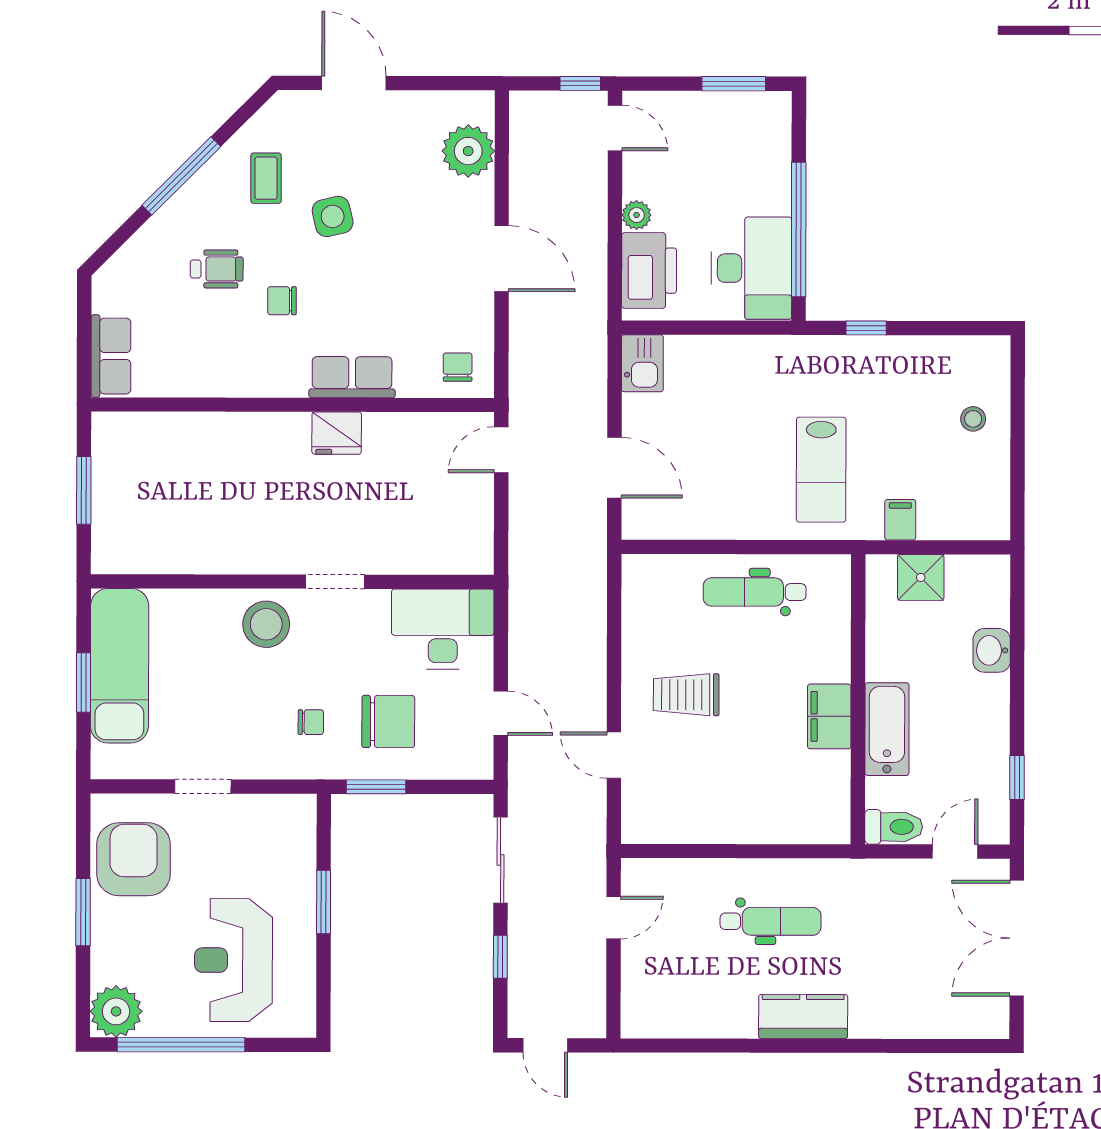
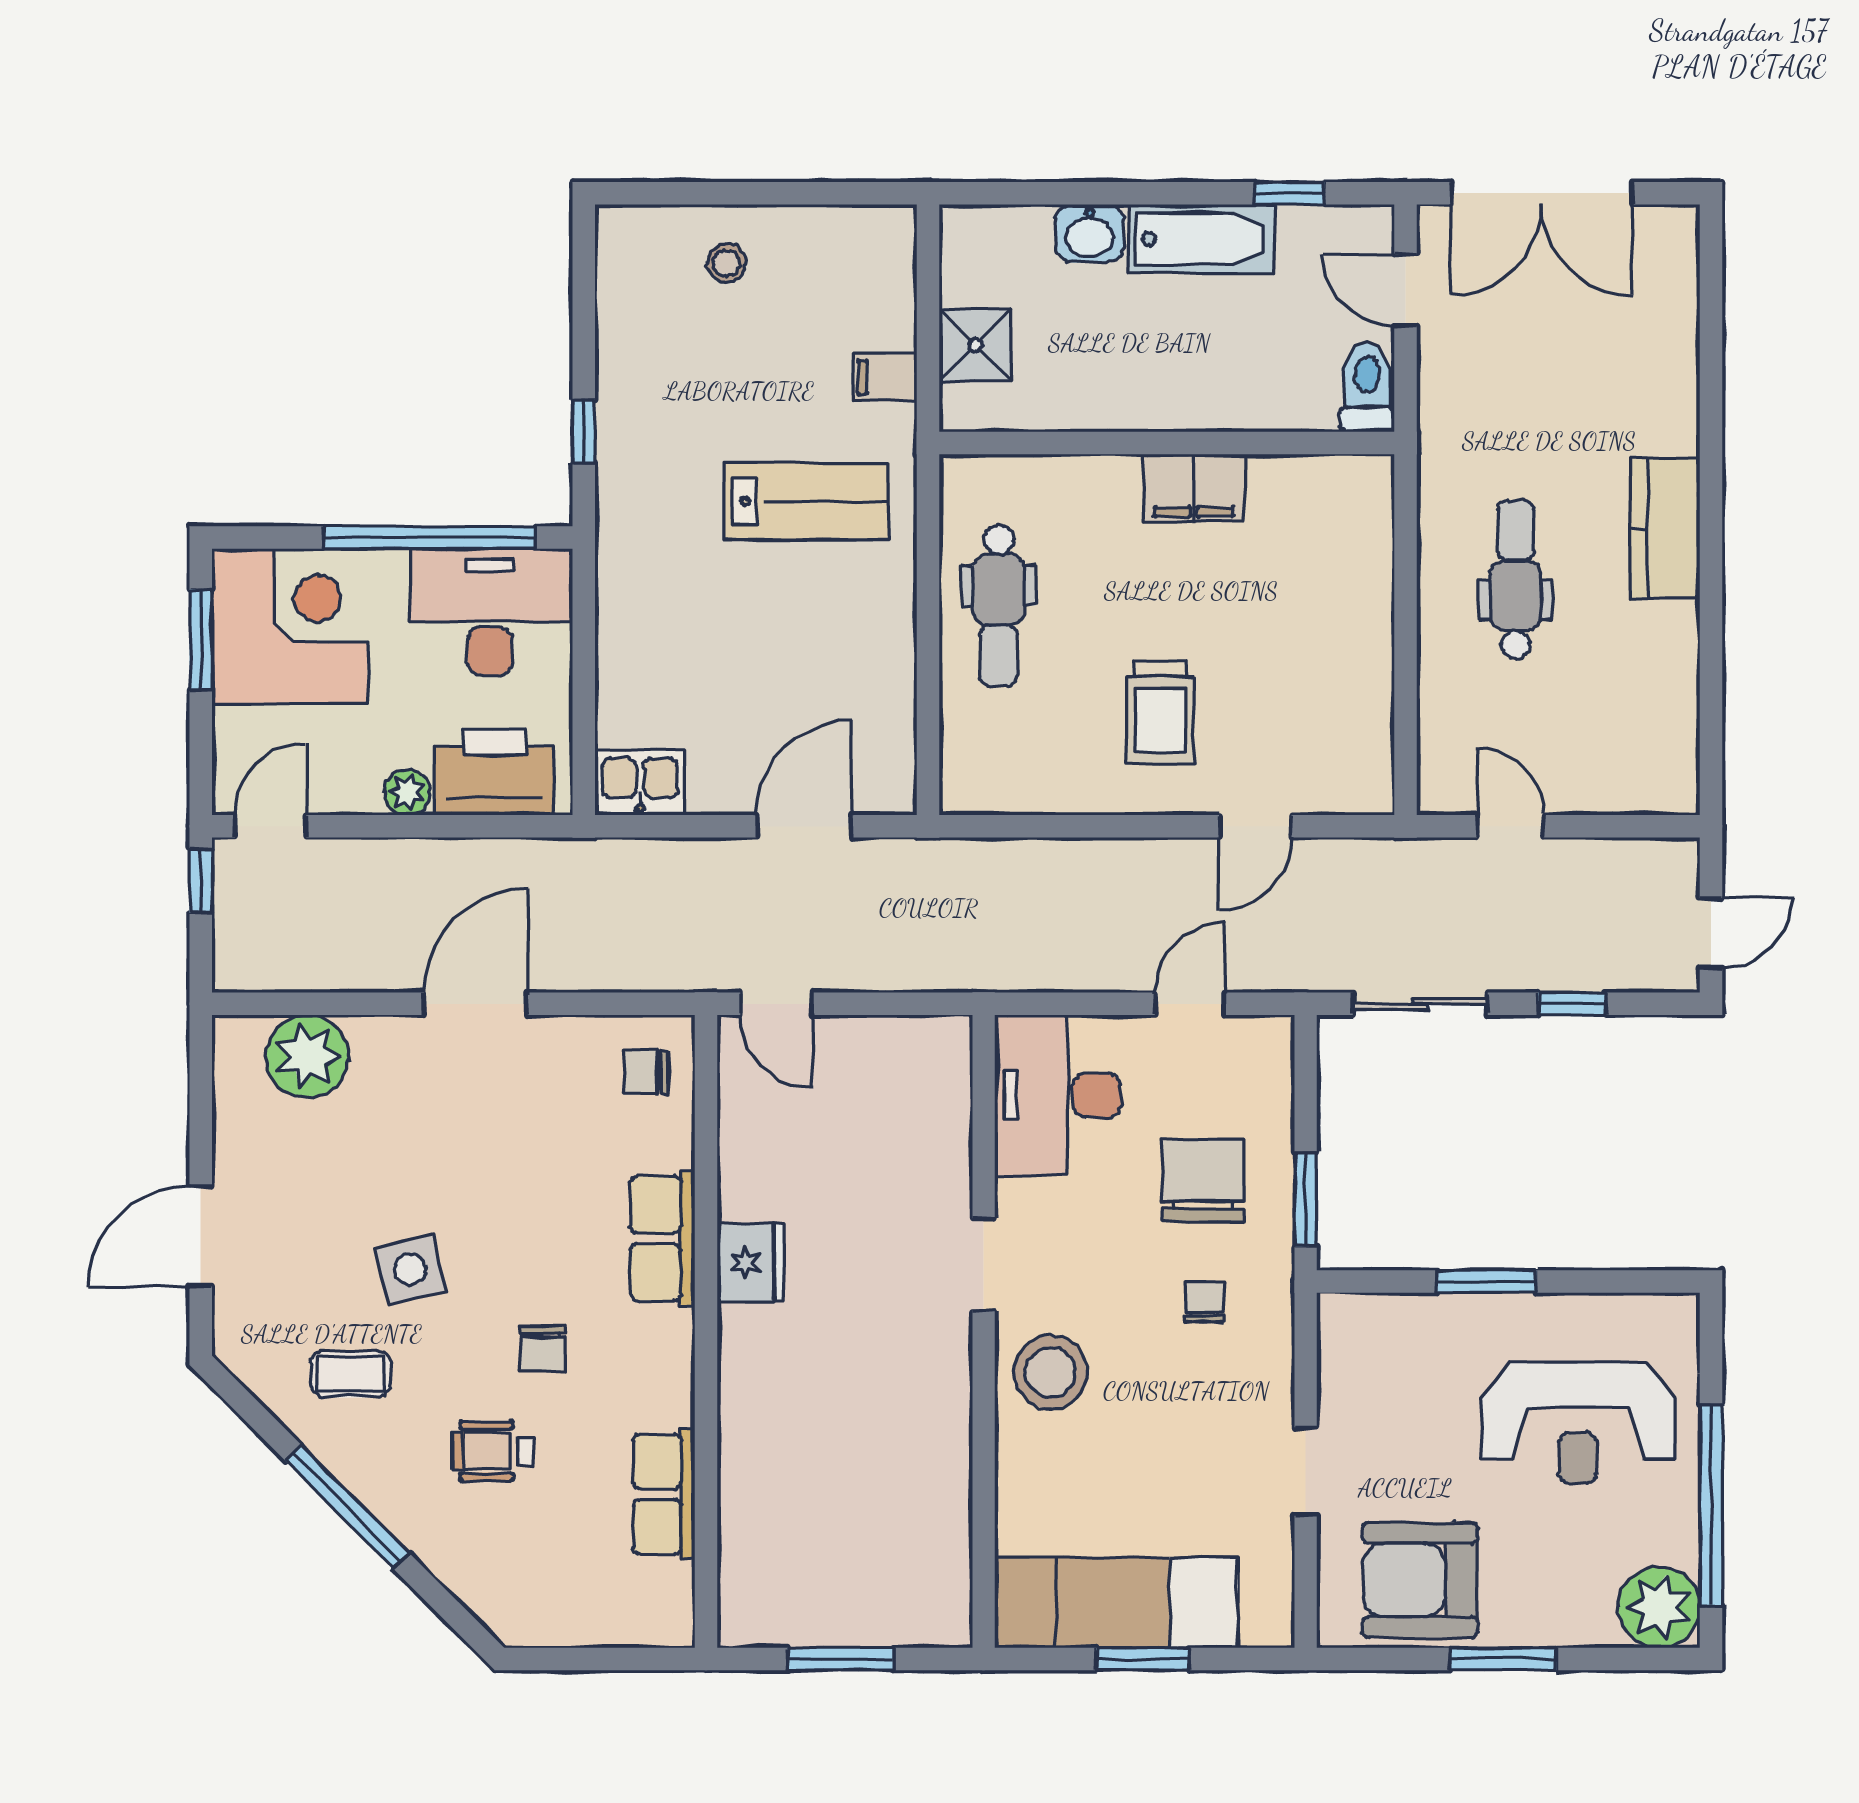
corner desk: (742, 140) -> (290, 626), added
wheelchair: (217, 269) -> (493, 1451), turned -90
row of seats: (111, 356) -> (664, 1494), moved, turned -90
bathtub: (887, 729) -> (1202, 239), moved, turned 180

